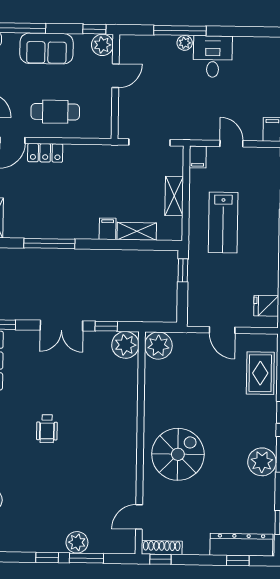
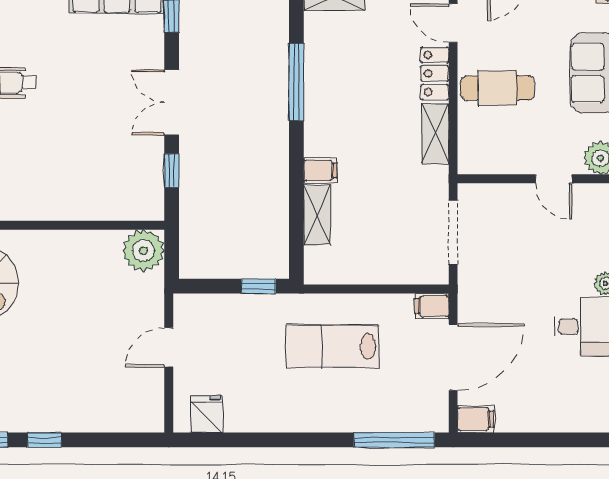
cafe table: (55, 112) -> (498, 88), turned 90
door: (231, 144) -> (453, 357), width x1.88
shelving: (174, 196) -> (435, 134), moved, turned 90
plant: (125, 345) -> (144, 200), removed
rug: (260, 373) -> (104, 407), removed

